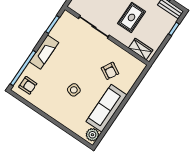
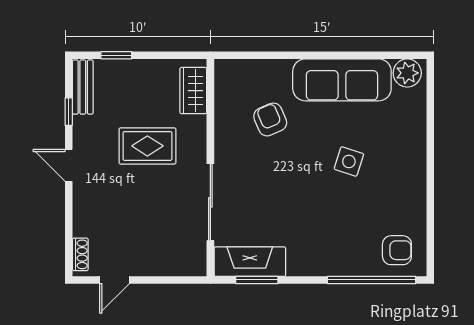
fireplace: (44, 52) -> (250, 262), moved
armchair: (110, 71) -> (270, 119), turned -52
armchair: (28, 85) -> (397, 250), turned 90

